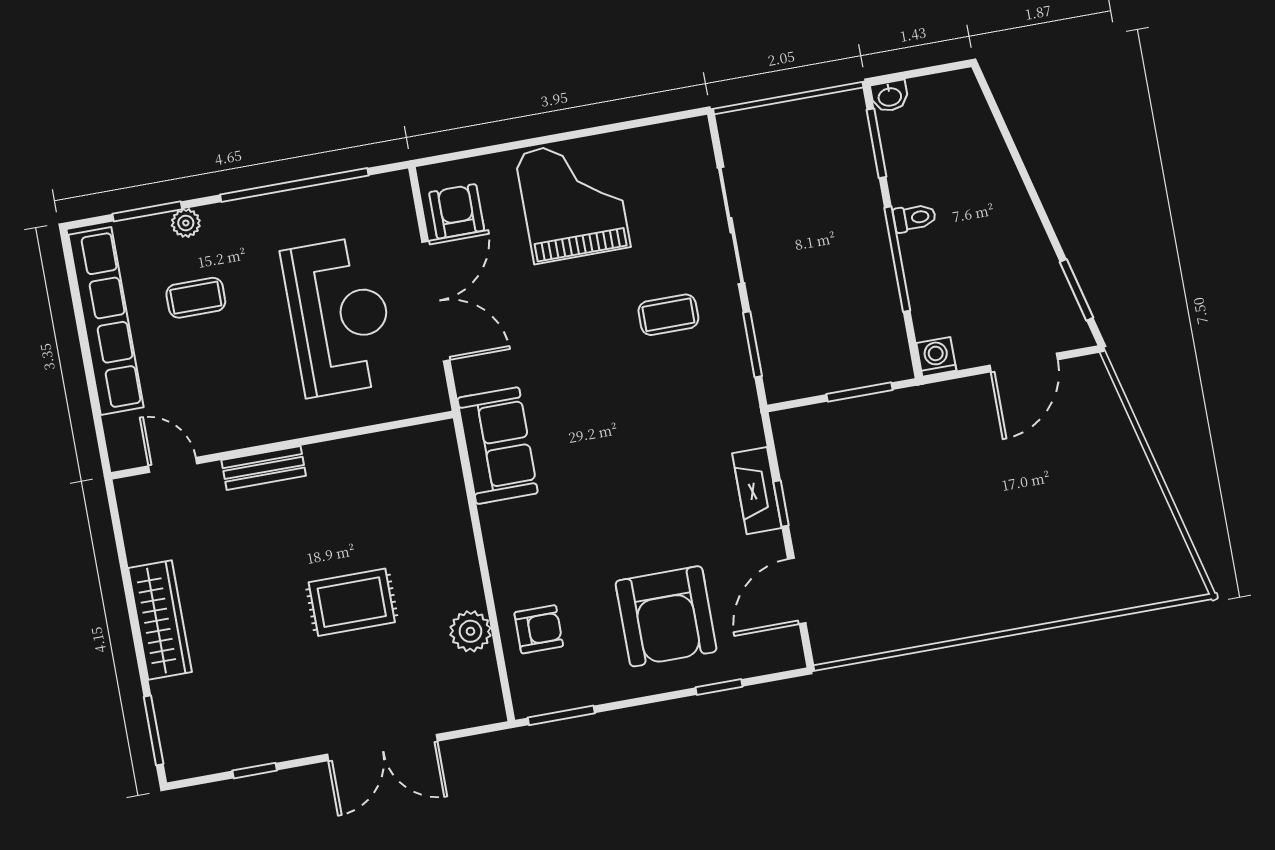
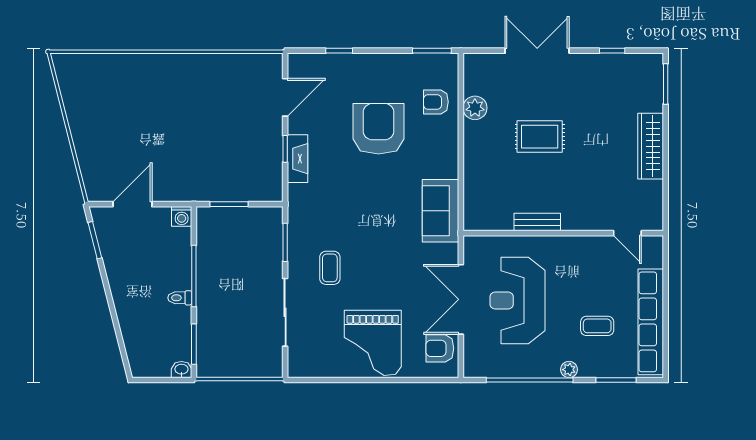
armchair: (457, 211) -> (440, 348), turned 90
plant: (186, 223) -> (569, 370), moved
coffee table: (668, 315) -> (330, 268), turned 90
bench: (264, 468) -> (537, 222), moved
armchair: (666, 616) -> (379, 129), moved

